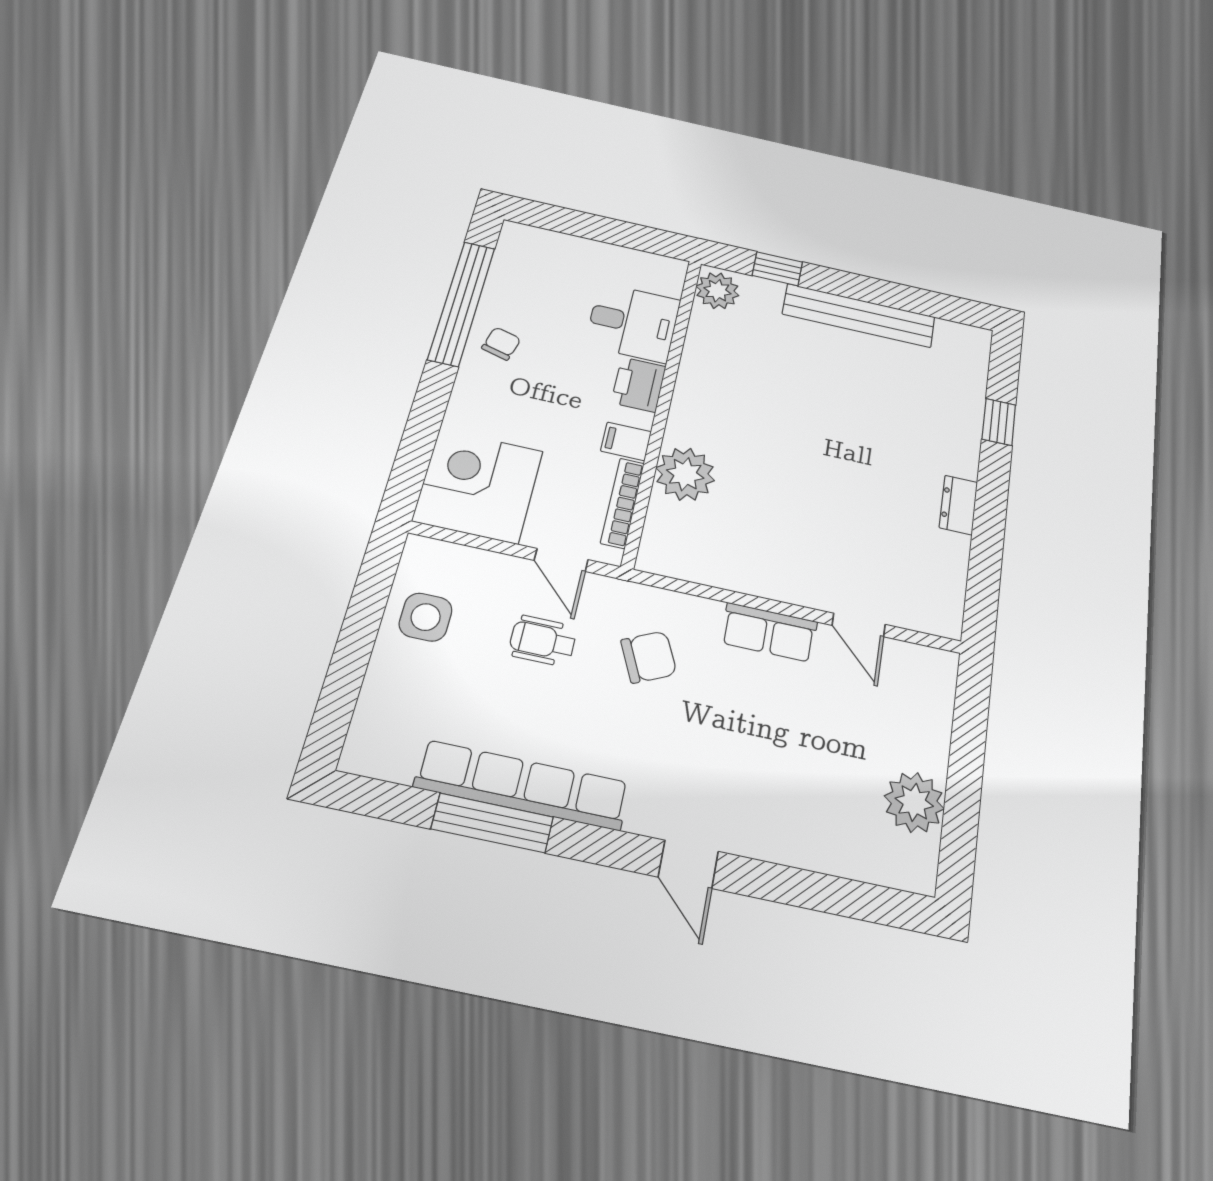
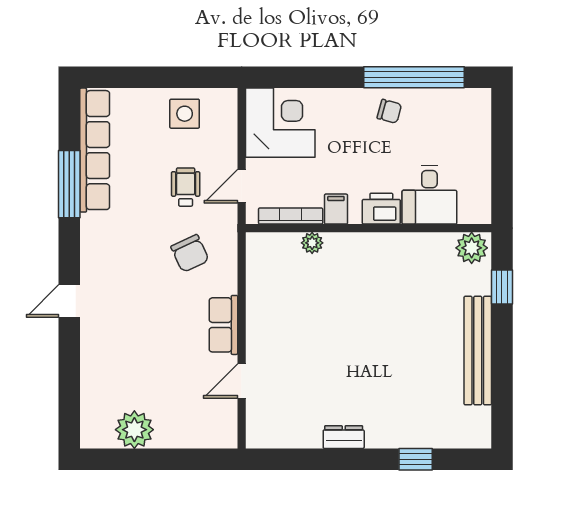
plant: (685, 474) -> (312, 243), width x0.53, depth x0.53
row of seats: (522, 785) -> (95, 150), moved

